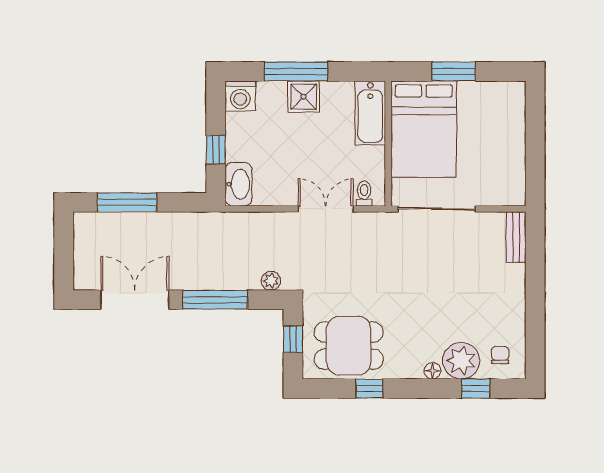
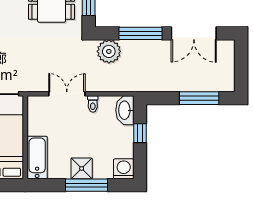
toilet: (364, 194) -> (93, 104), moved
double door: (326, 209) -> (67, 94), swing flipped
plant: (271, 281) -> (109, 51), width x1.88, depth x1.88

